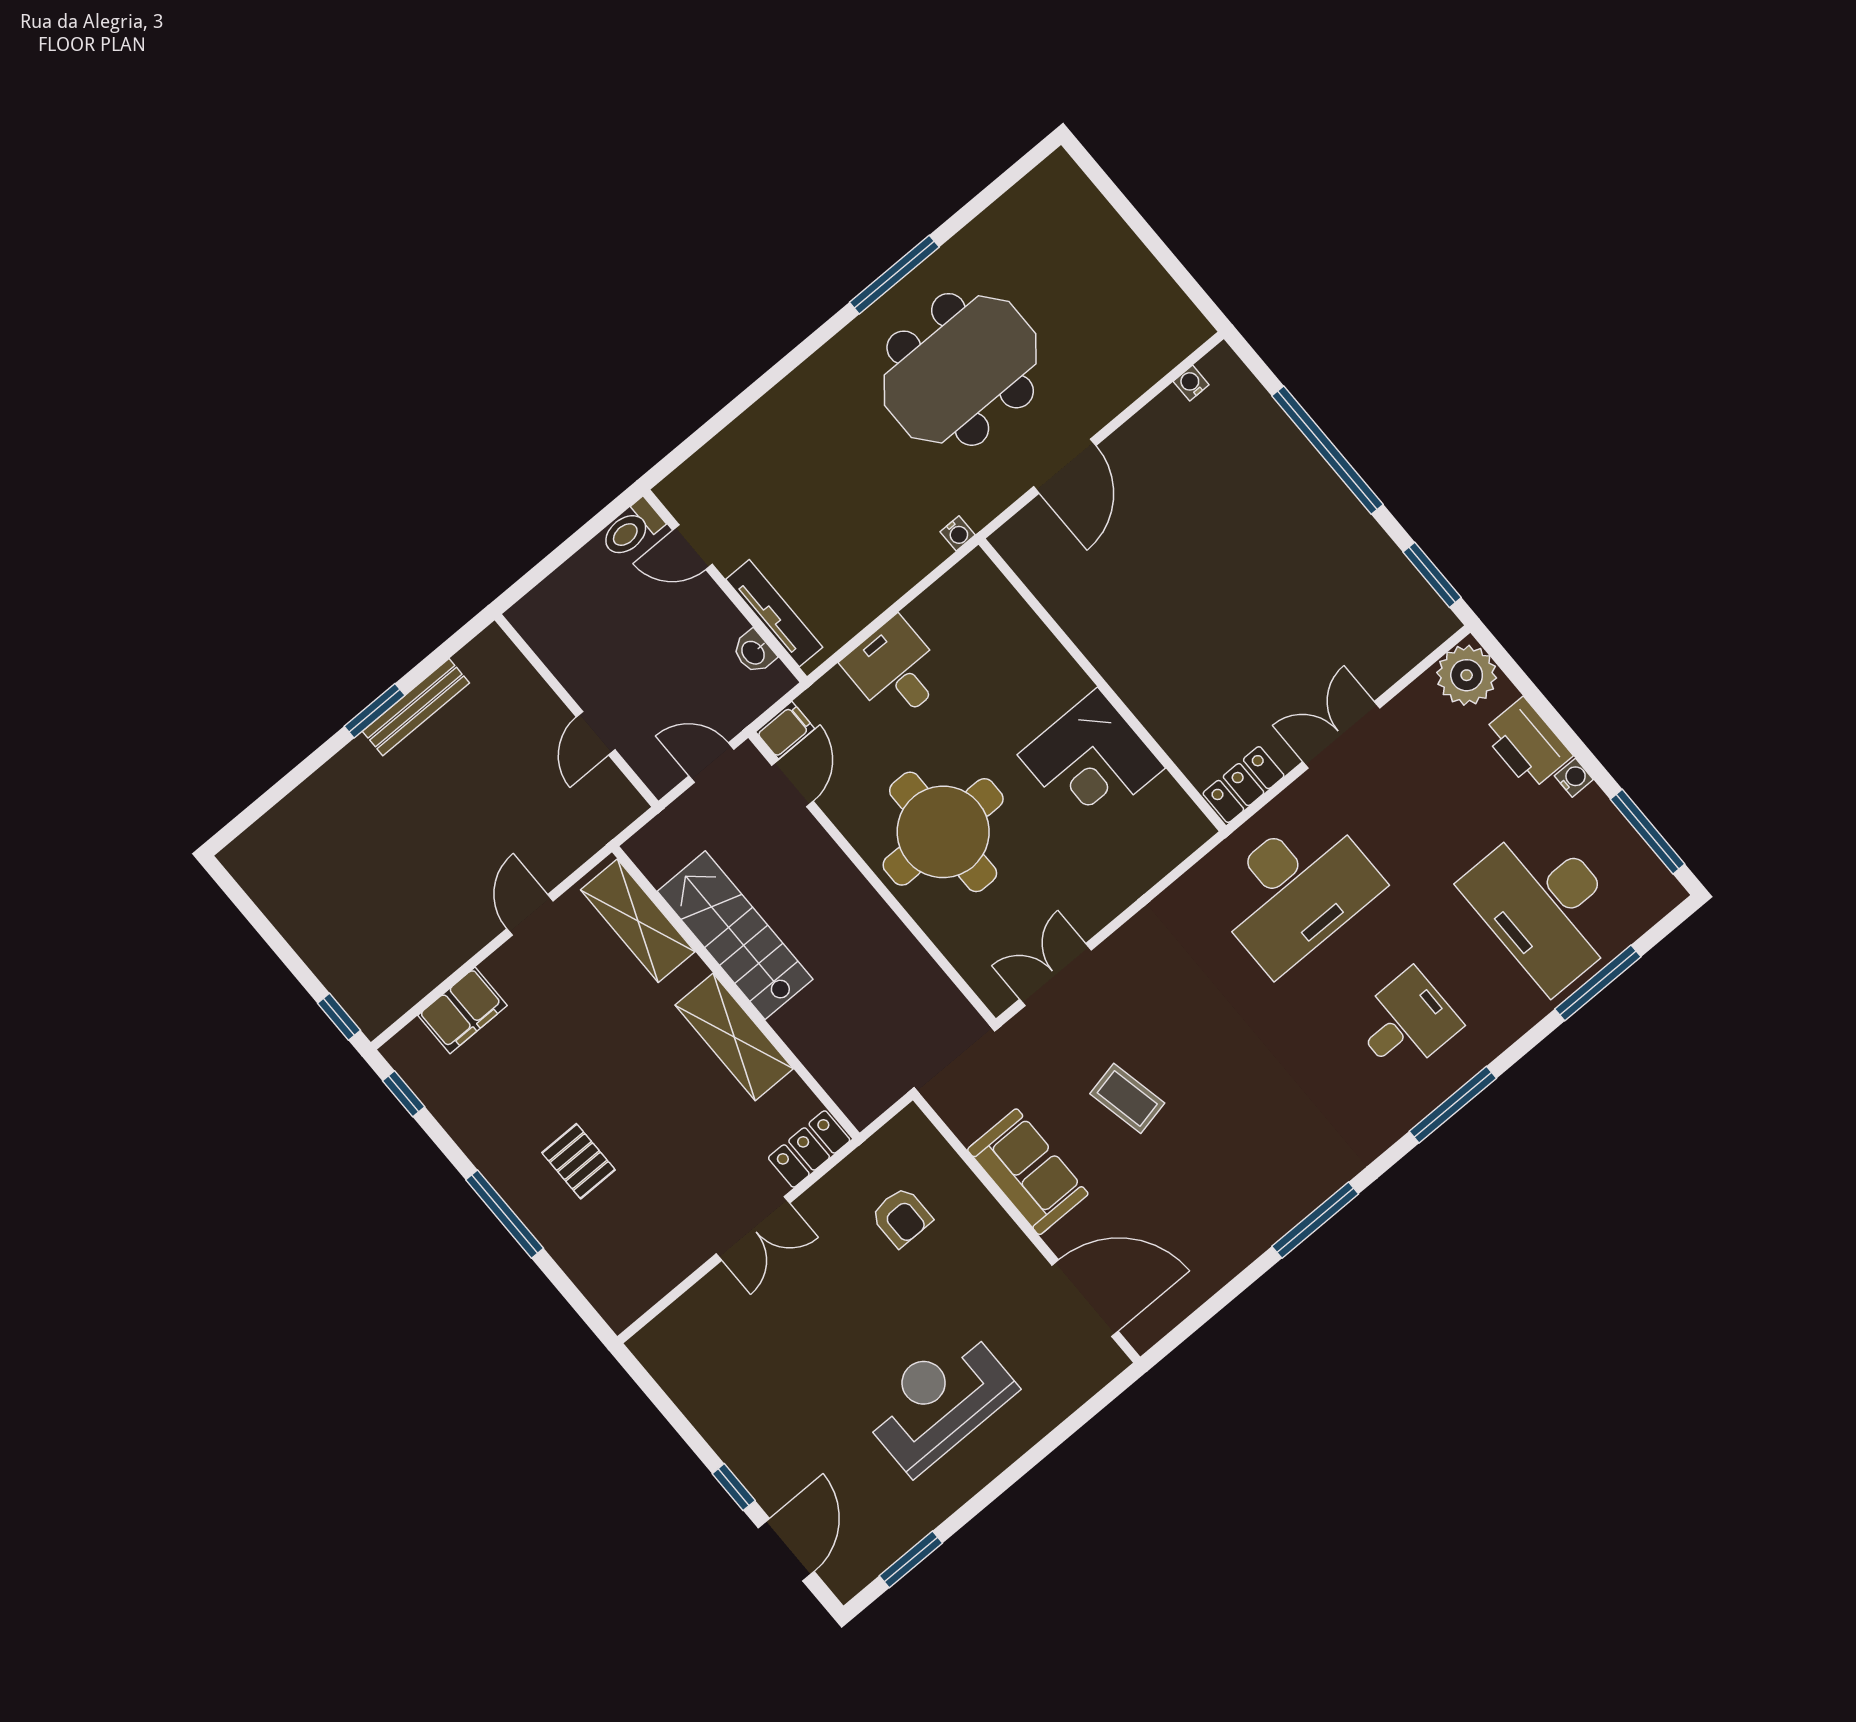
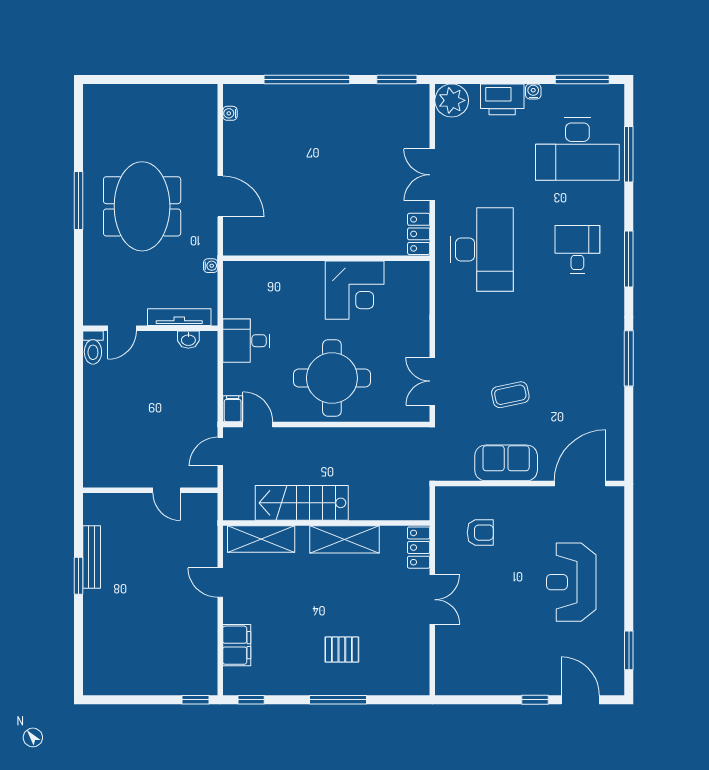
toilet: (632, 529) -> (93, 348), moved
door: (692, 547) -> (122, 328), moved
wall: (725, 586) -> (150, 328), moved
tv unit: (774, 613) -> (179, 317), moved
washbasin: (754, 652) -> (188, 340), moved

